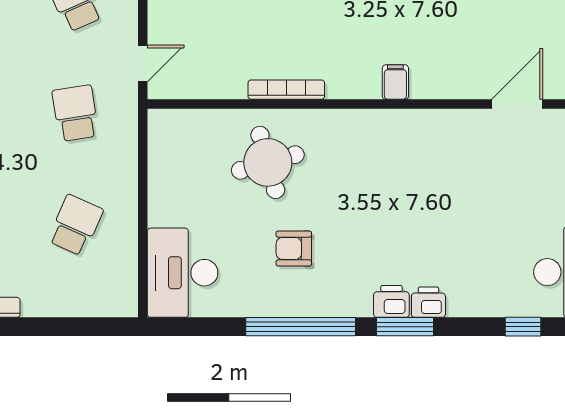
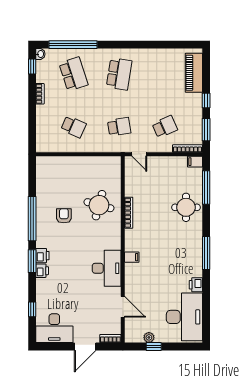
round table: (268, 162) -> (99, 205), turned 31
desk: (183, 273) -> (107, 268), moved, turned 90

